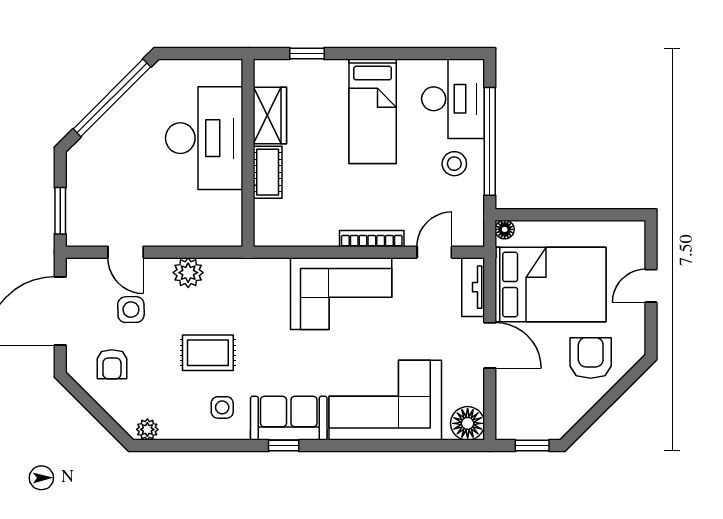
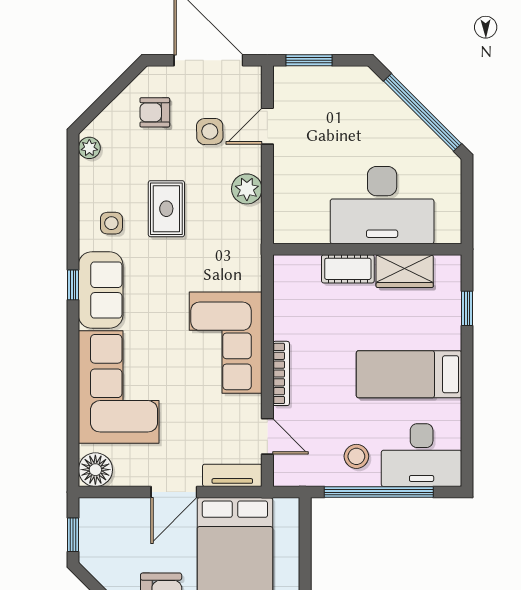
floor lamp: (505, 229) -> (290, 507), removed

